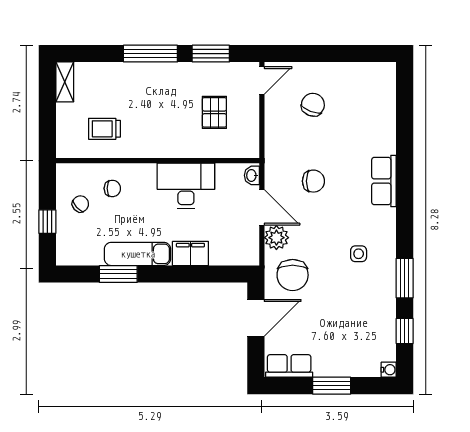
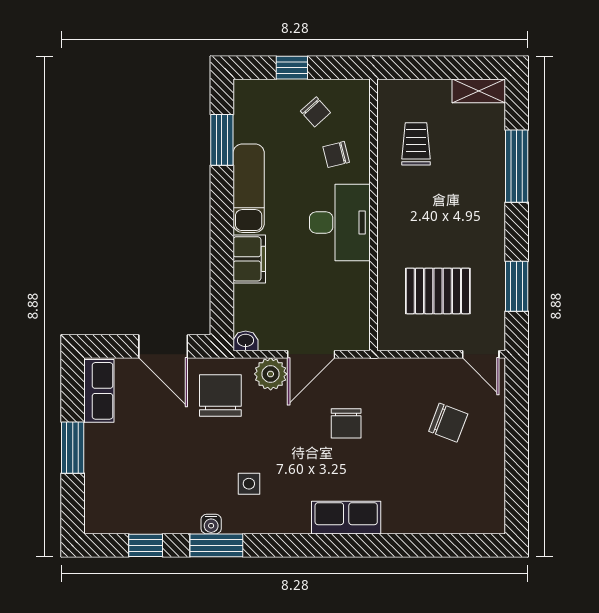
window: (150, 54) -> (517, 166), moved
pallet: (214, 112) -> (438, 291), width x1.50, depth x1.42
washbasin: (252, 175) -> (246, 341), moved
desk: (186, 186) -> (340, 222), moved
chair: (112, 188) -> (336, 154), turned 76
window: (118, 274) -> (222, 140), moved
chair: (293, 275) -> (220, 395), turned 90
water cooler: (389, 370) -> (211, 524), moved

